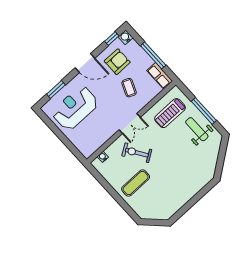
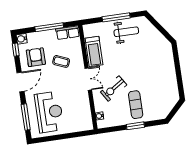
window: (56, 90) -> (26, 117), width x1.44
reception desk: (75, 108) -> (49, 112), turned 180
treadmill: (170, 113) -> (94, 51), moved
weight bench: (197, 129) -> (126, 32), turned 180
window: (116, 196) -> (135, 126), added

